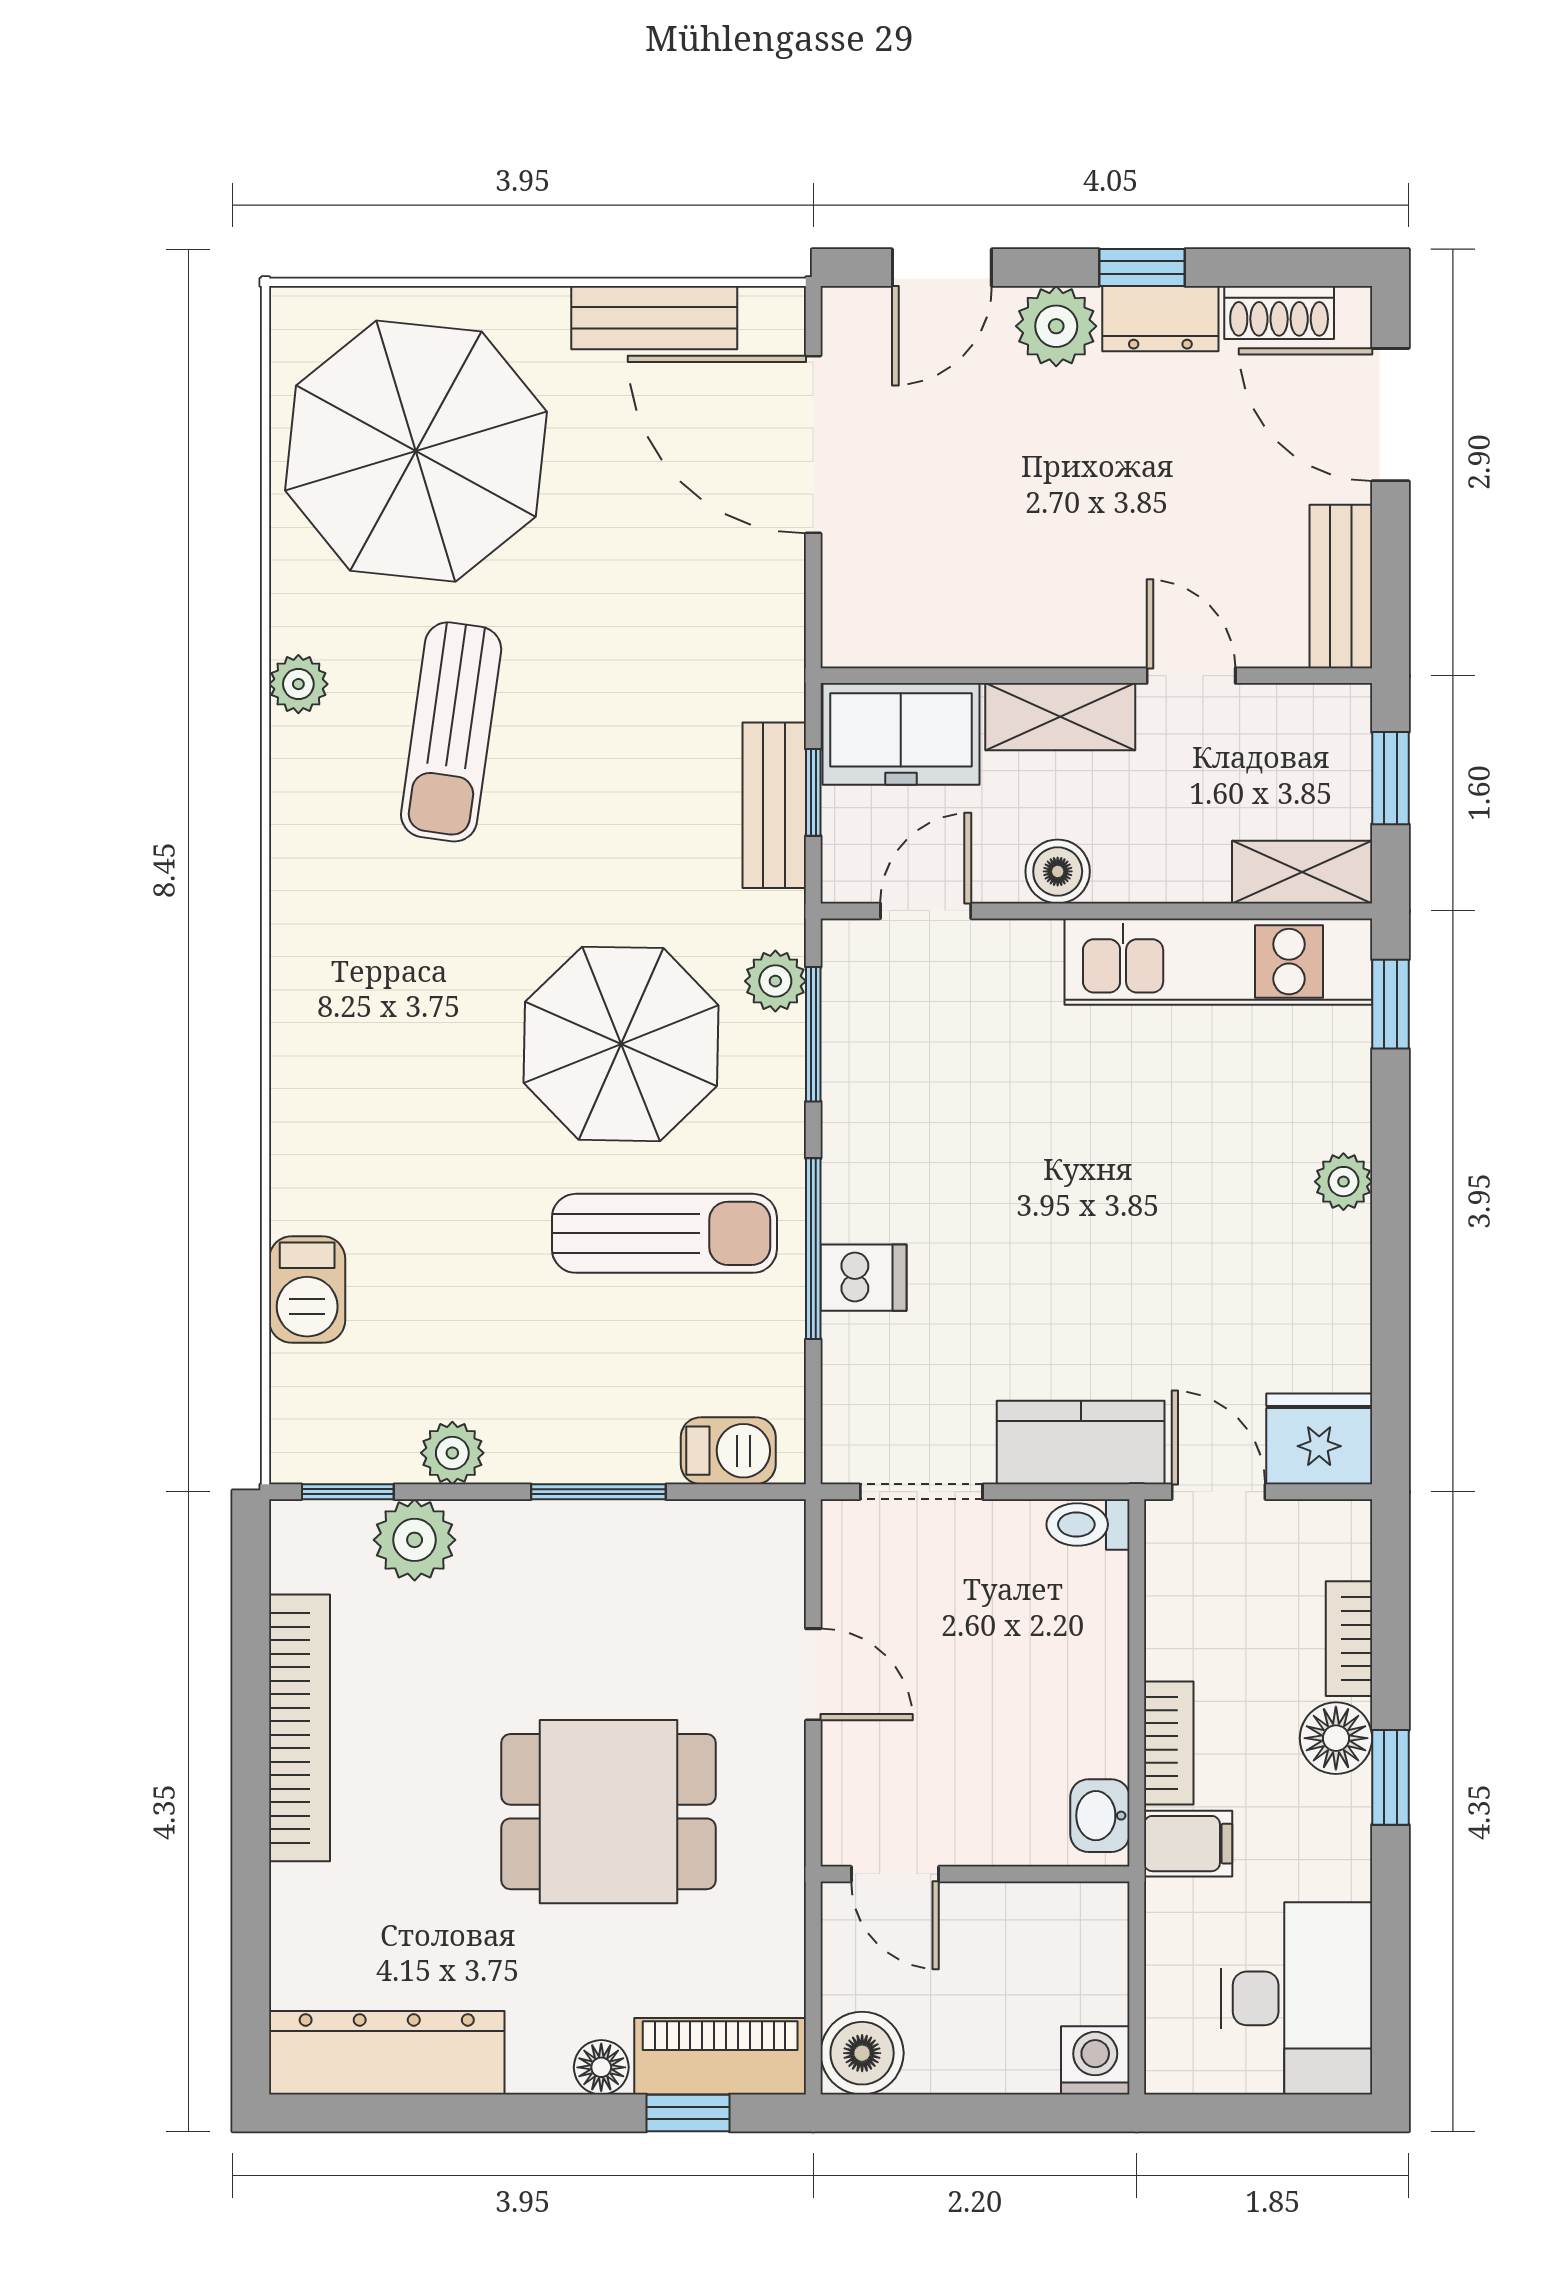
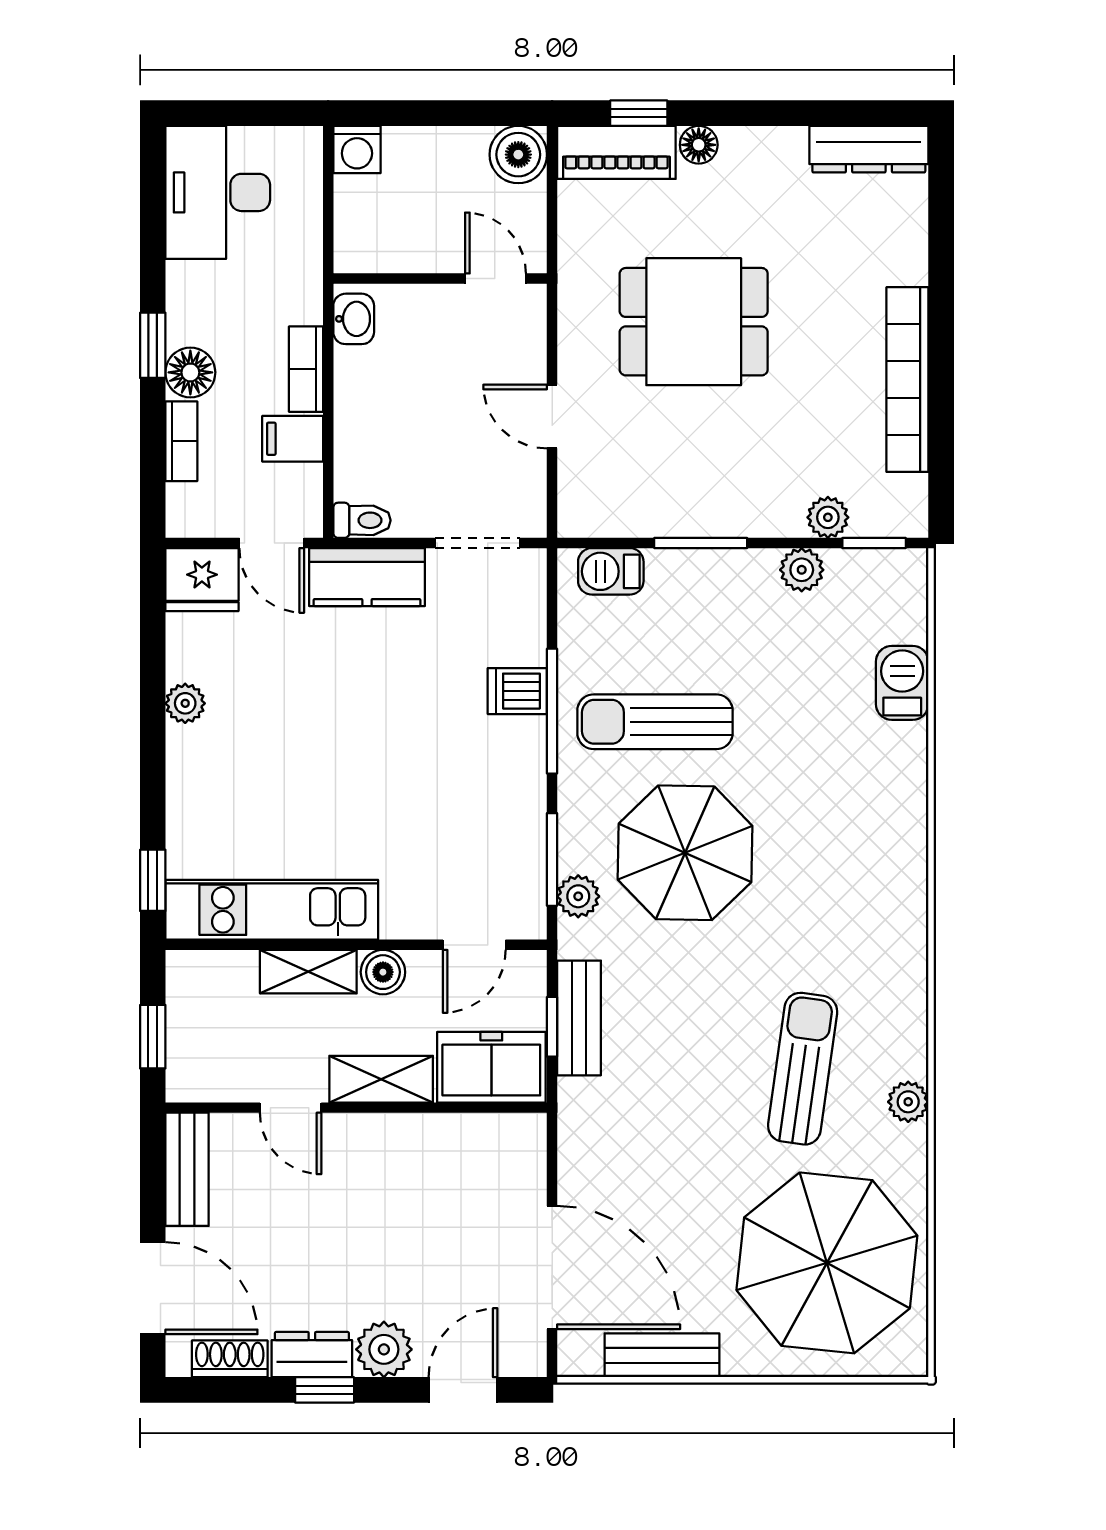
shelving: (1302, 872) -> (308, 972), moved
plant: (1343, 1182) -> (185, 703), moved
plant: (415, 1540) -> (828, 517), width x0.73, depth x0.73
filing cabinet: (1188, 1844) -> (293, 439), moved
dresser: (387, 2053) -> (869, 149), width x0.73, depth x0.80

